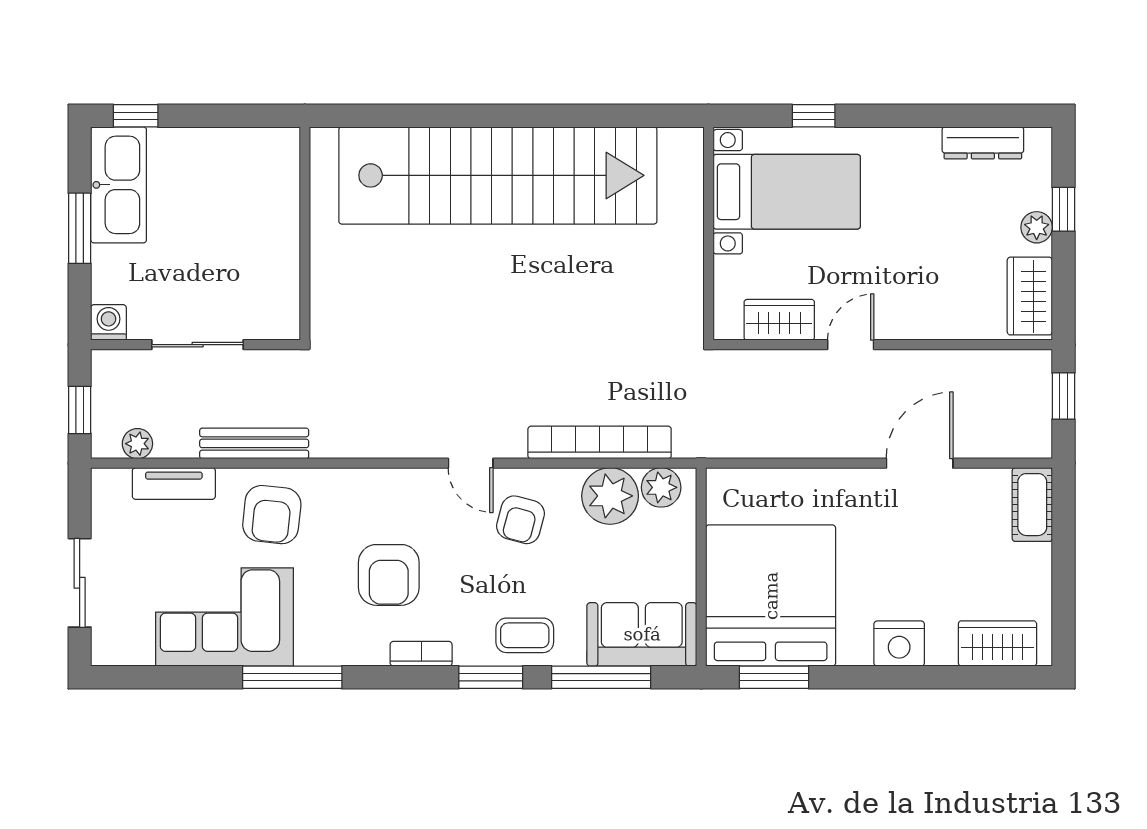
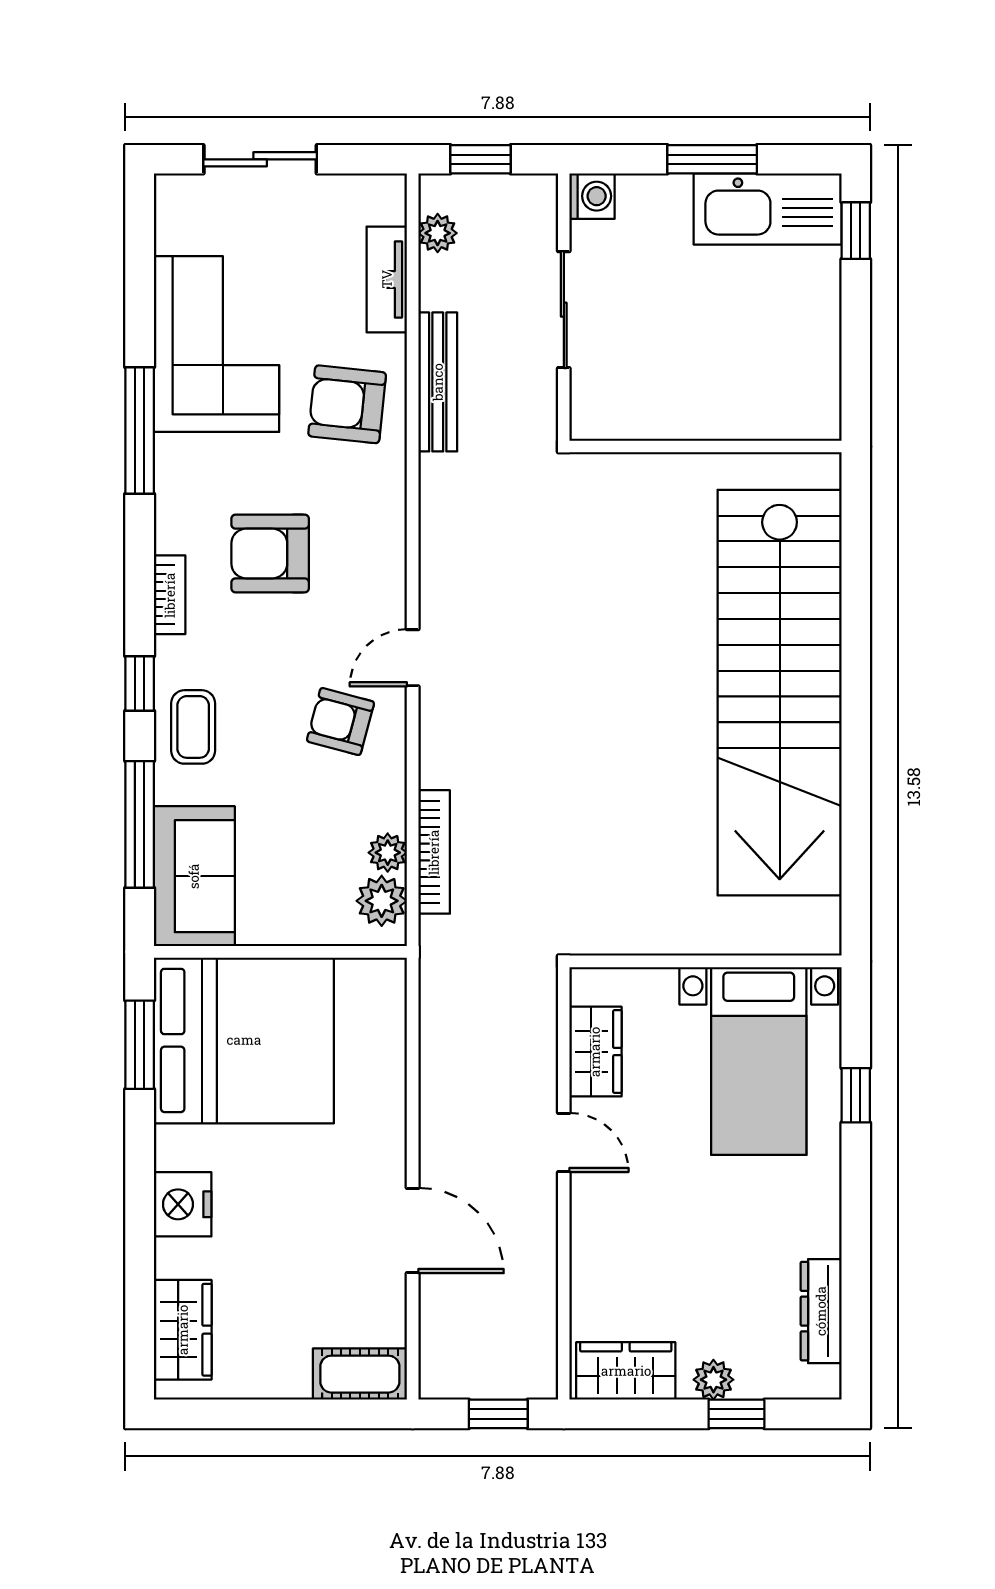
bookcase: (600, 442) -> (434, 852), width x0.68, depth x0.76
plant: (610, 496) -> (388, 853), width x0.53, depth x0.53
window: (491, 677) -> (140, 683), width x0.67

